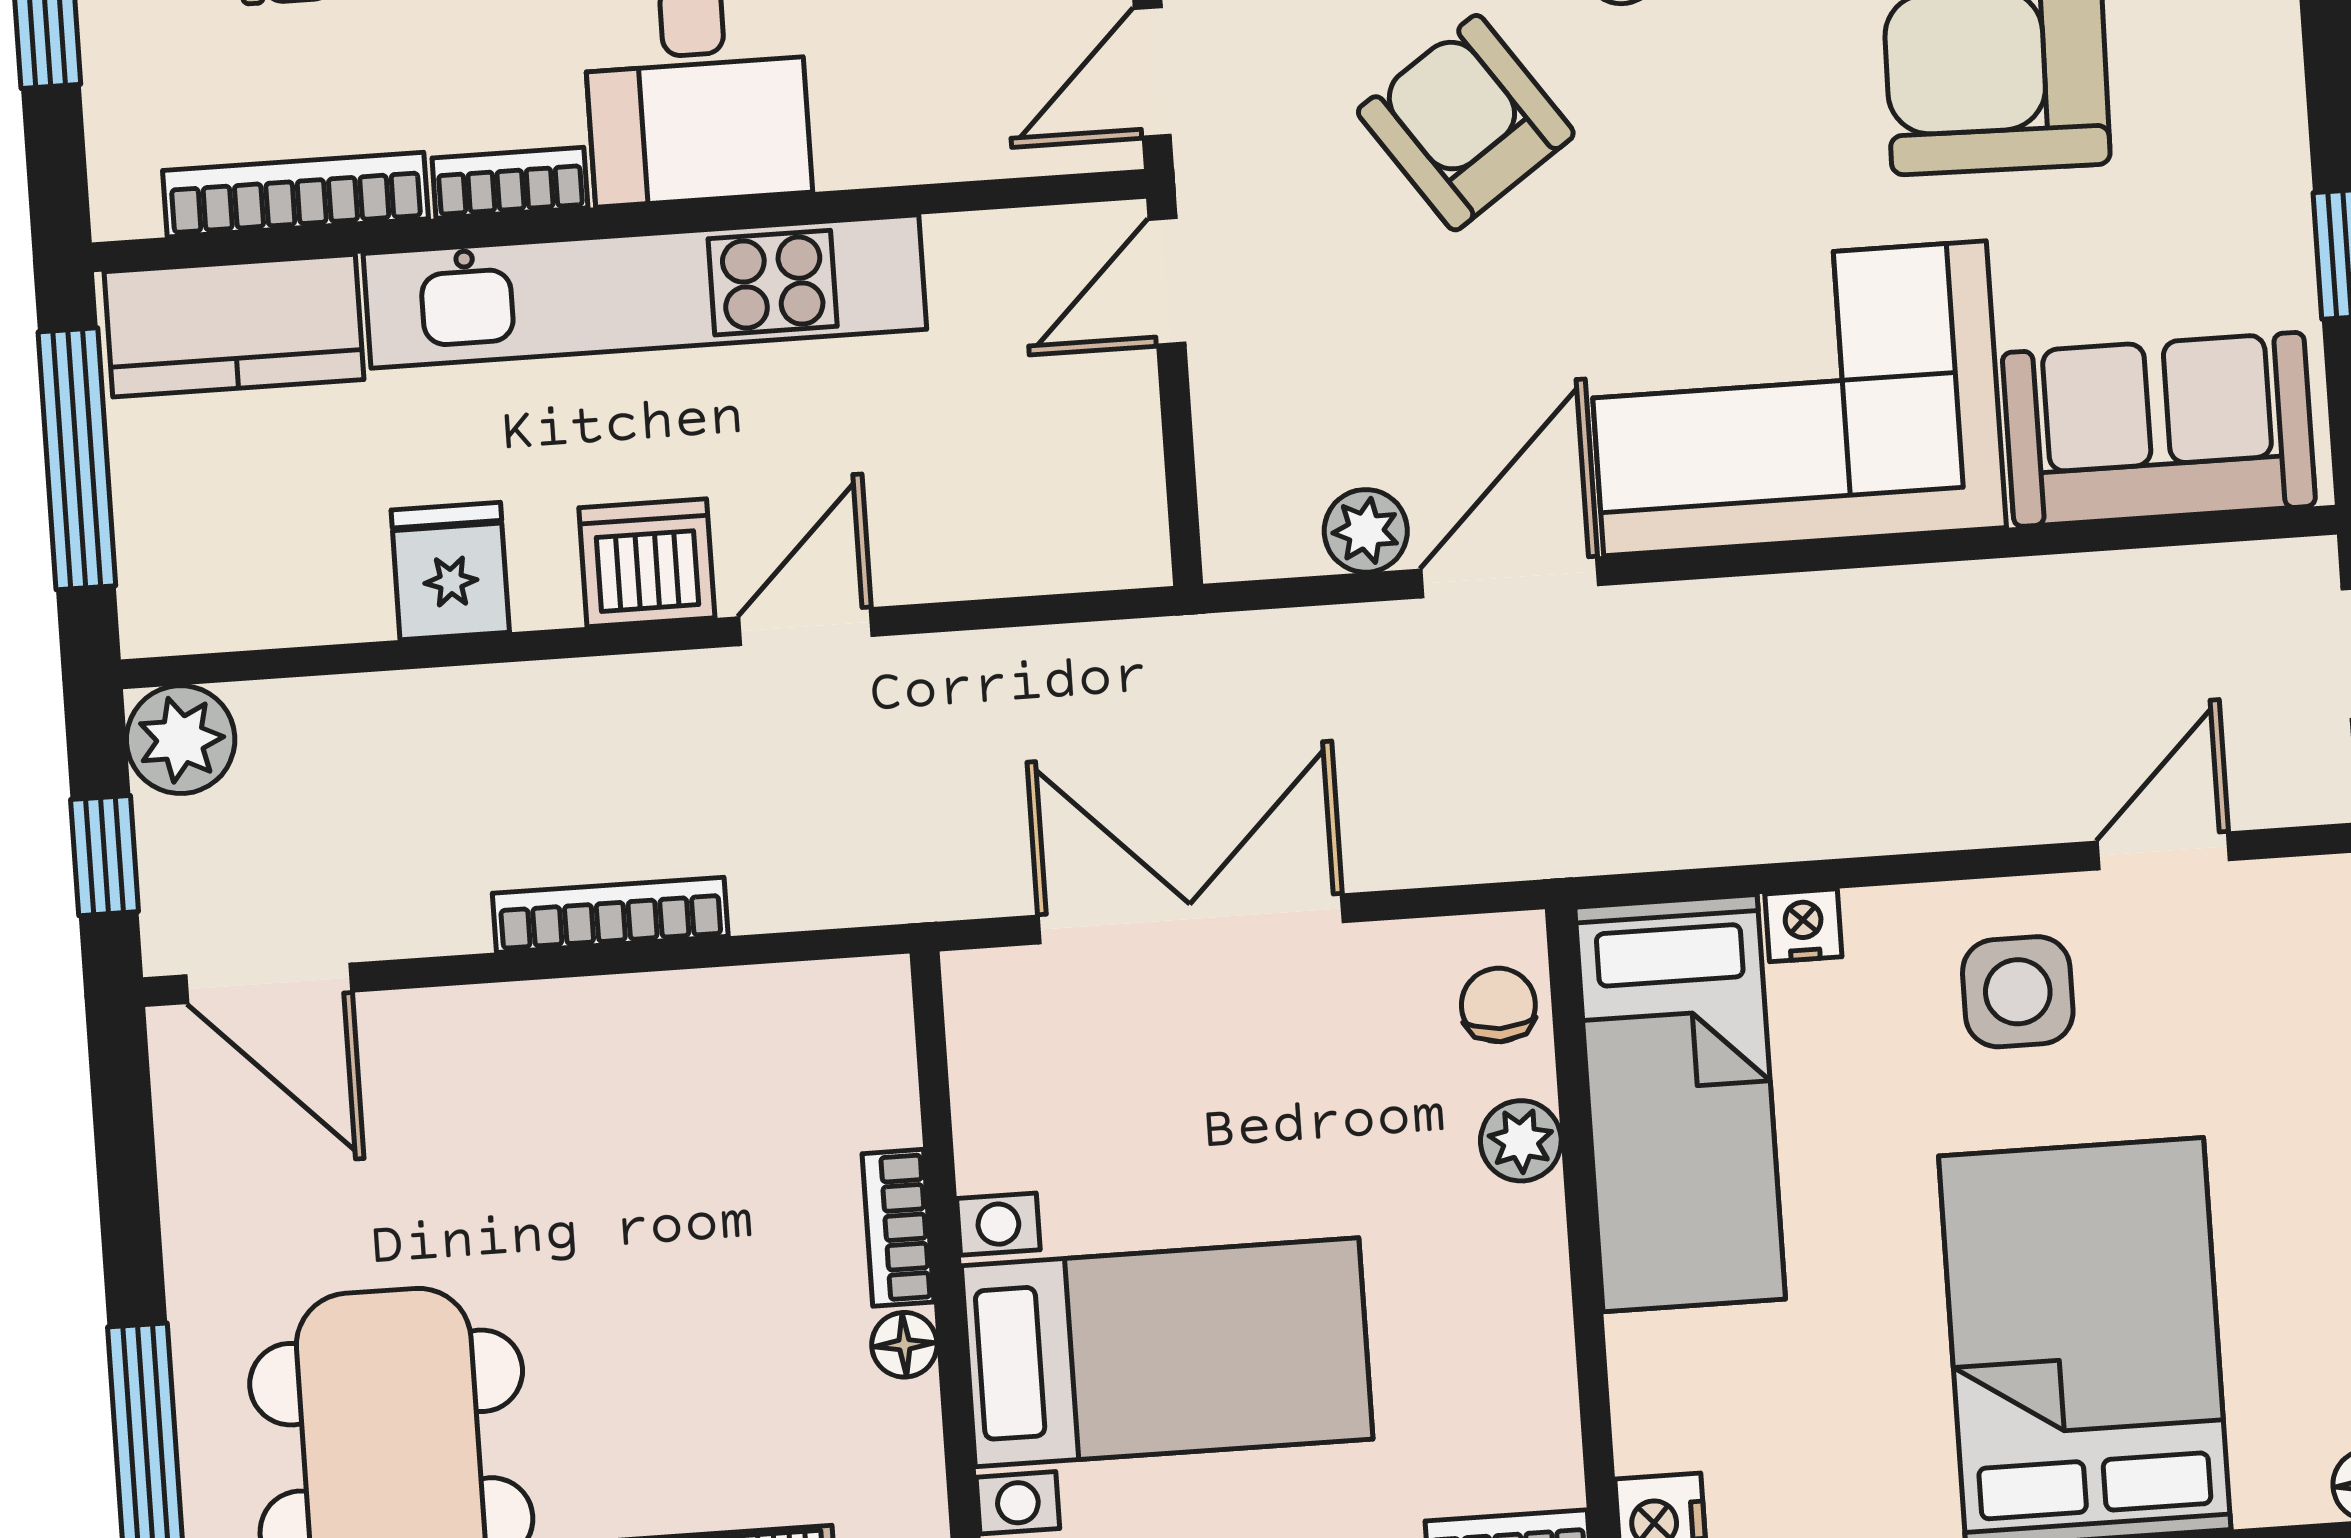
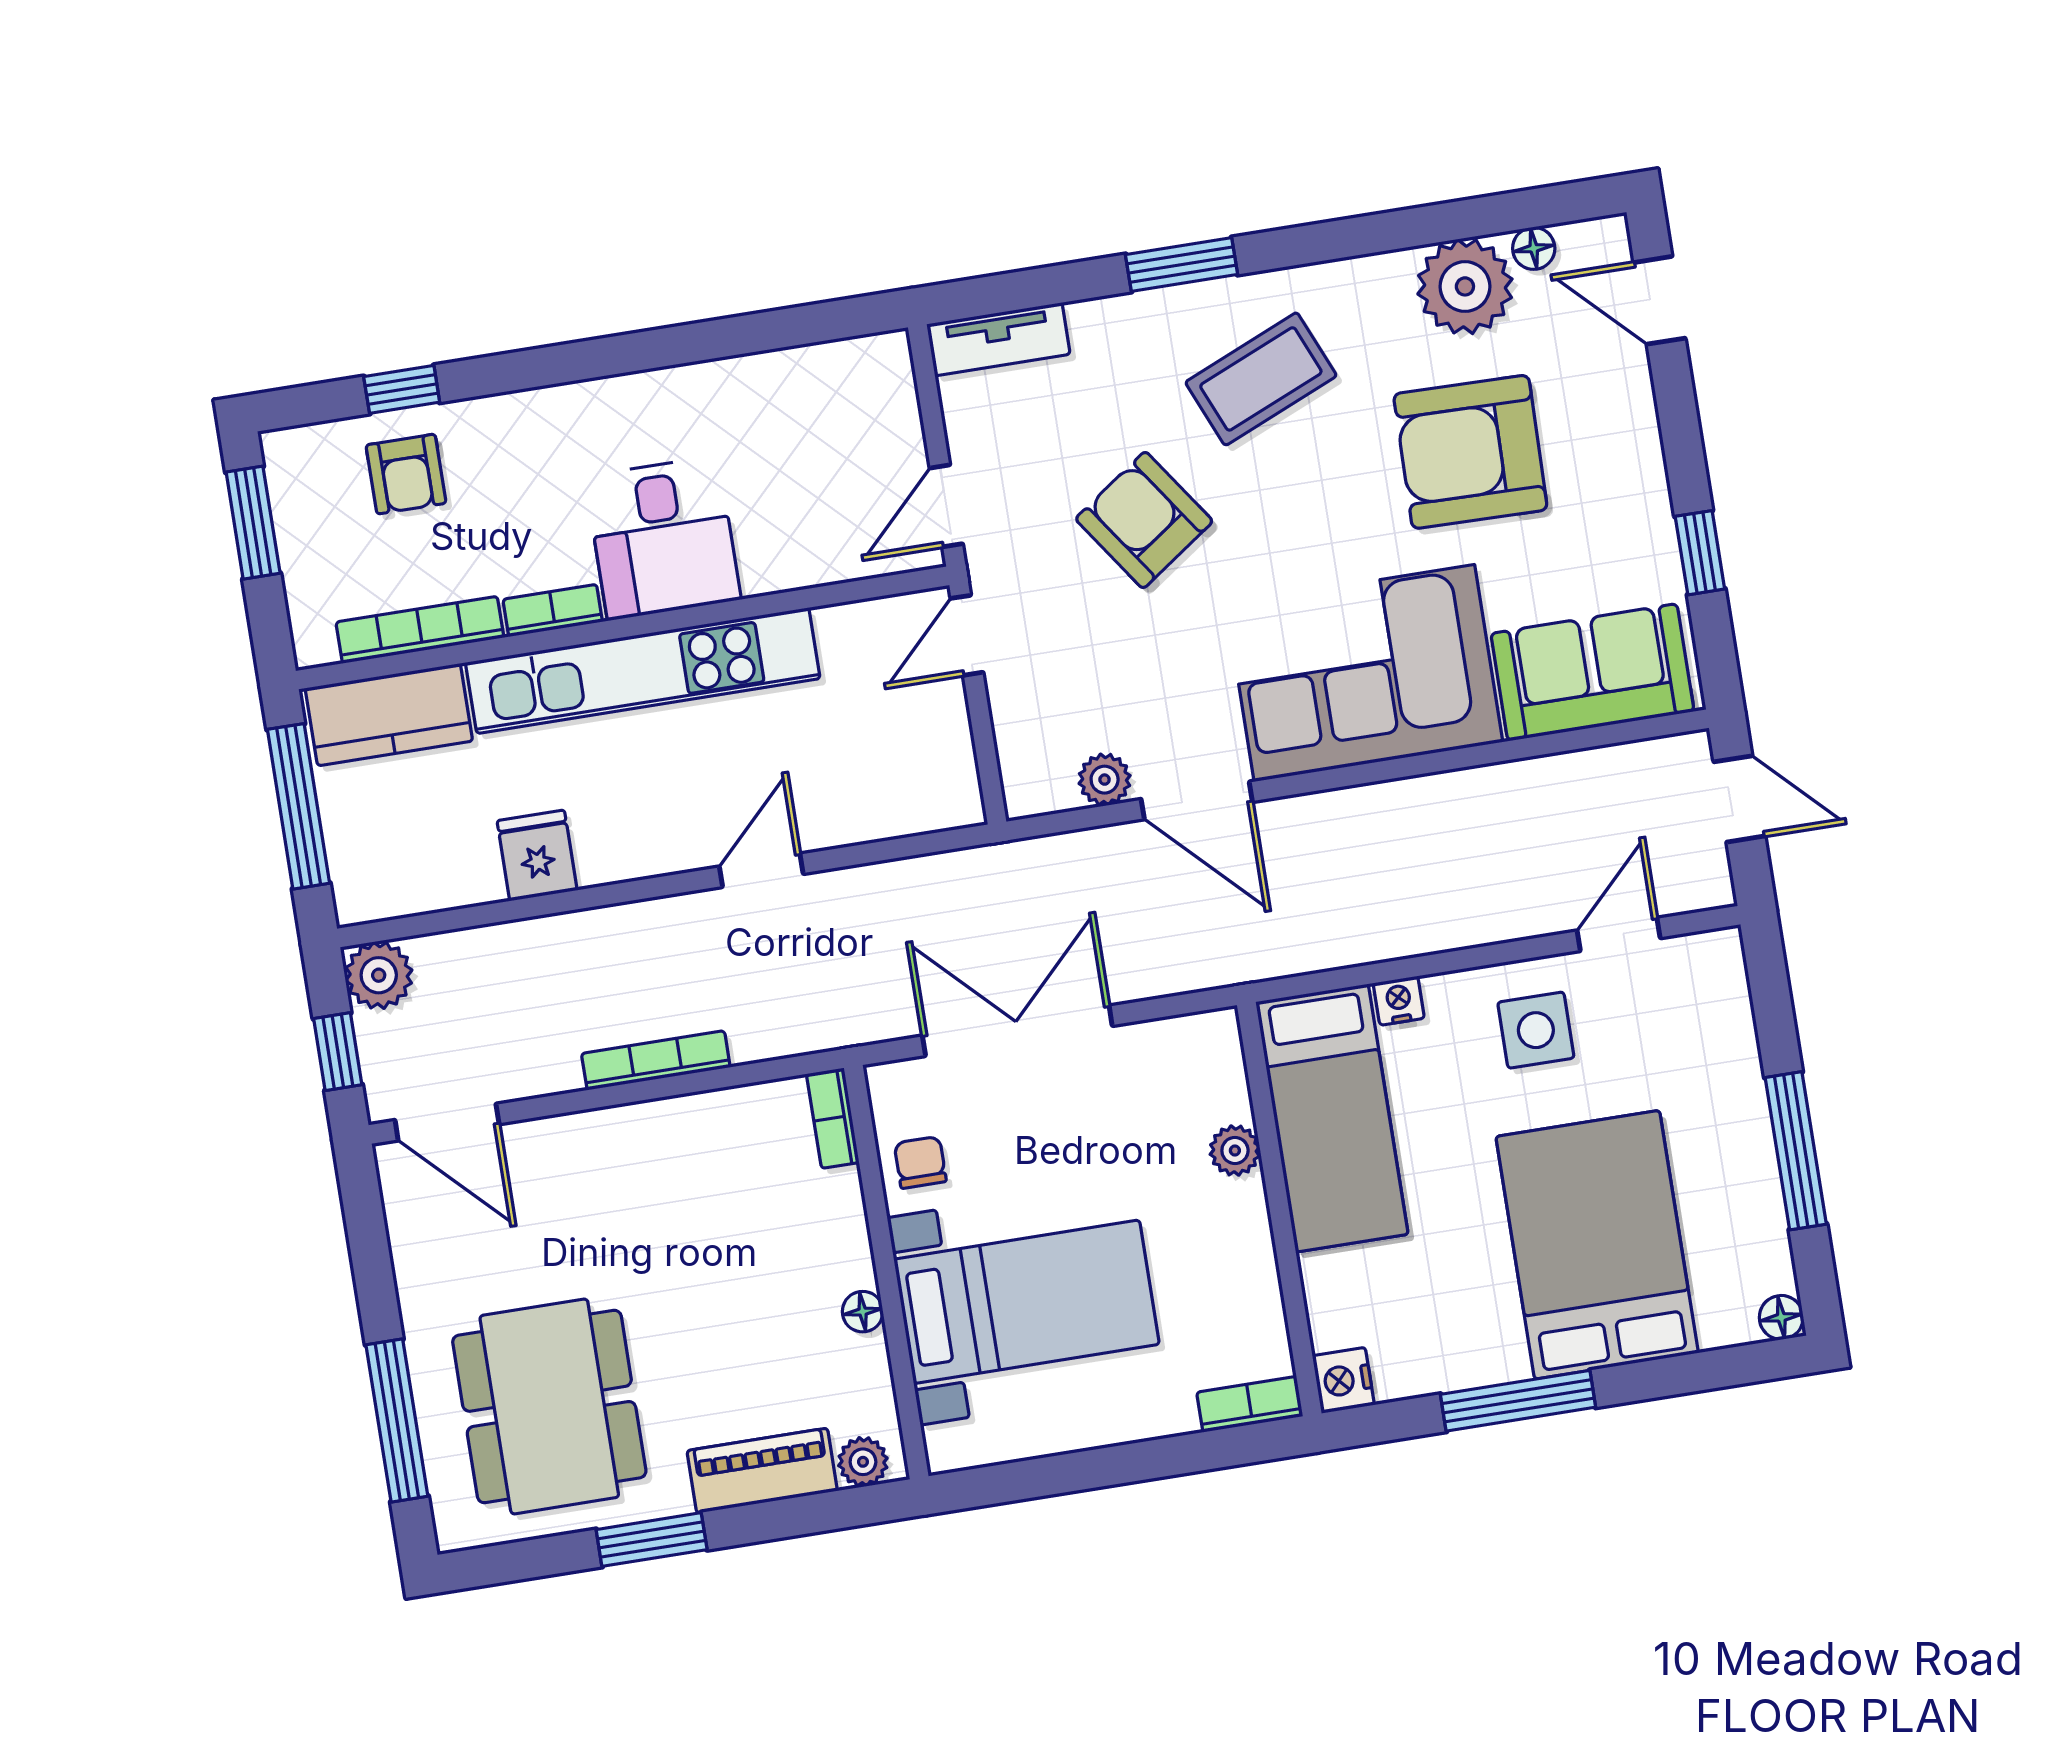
dishwasher: (647, 563) -> (659, 839), removed
door: (1510, 577) -> (1197, 800), swing flipped
chair: (1498, 1005) -> (920, 1162), moved
bookcase: (898, 1228) -> (833, 1118), moved

